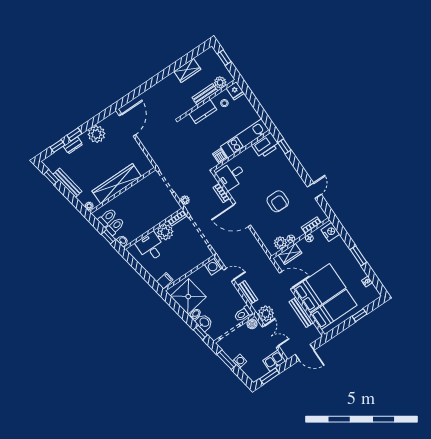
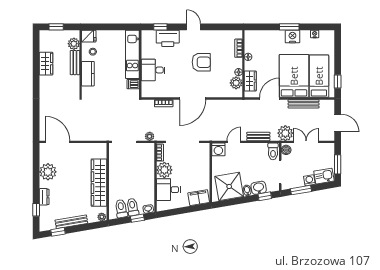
window: (74, 134) -> (36, 190), removed
printer: (266, 146) -> (168, 38), moved, turned 90
desk: (231, 176) -> (153, 70), moved, turned 90
door: (314, 191) -> (194, 27), moved
nightstand: (330, 232) -> (292, 37), moved
filing cabinet: (165, 281) -> (199, 198), width x2.00
window: (359, 315) -> (338, 81), moved
door: (305, 352) -> (338, 123), hinge flipped
kitchen sink: (274, 361) -> (324, 176), moved, turned 80

